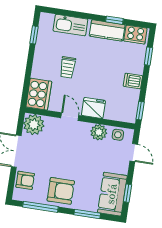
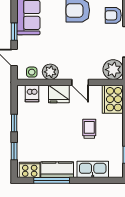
window: (114, 20) -> (52, 180), width x2.17
dishwasher: (133, 81) -> (32, 94), moved, turned 90
window: (140, 111) -> (14, 123), moved
window: (127, 193) -> (14, 32), moved

